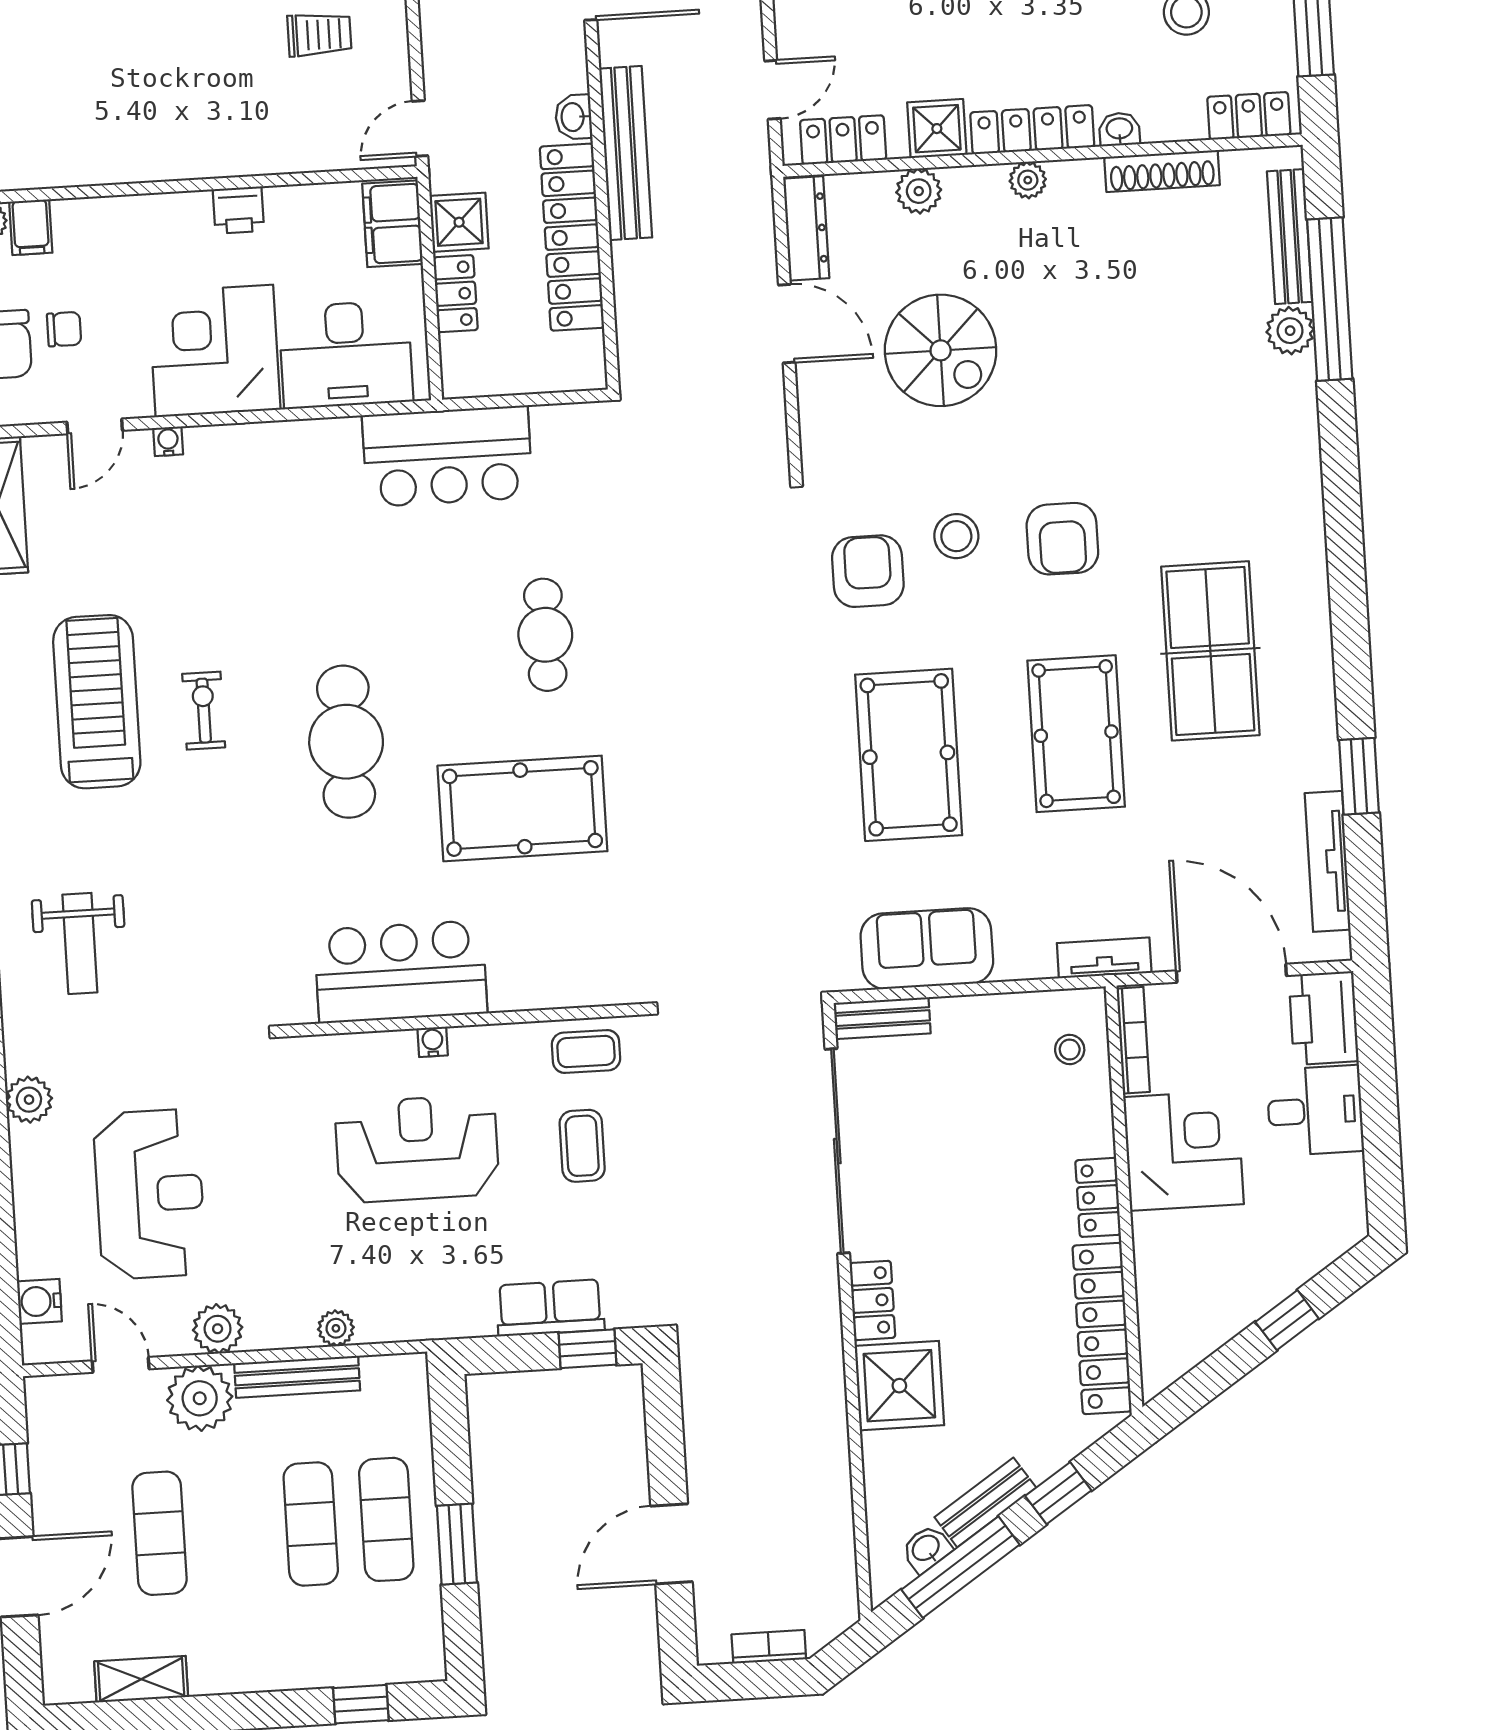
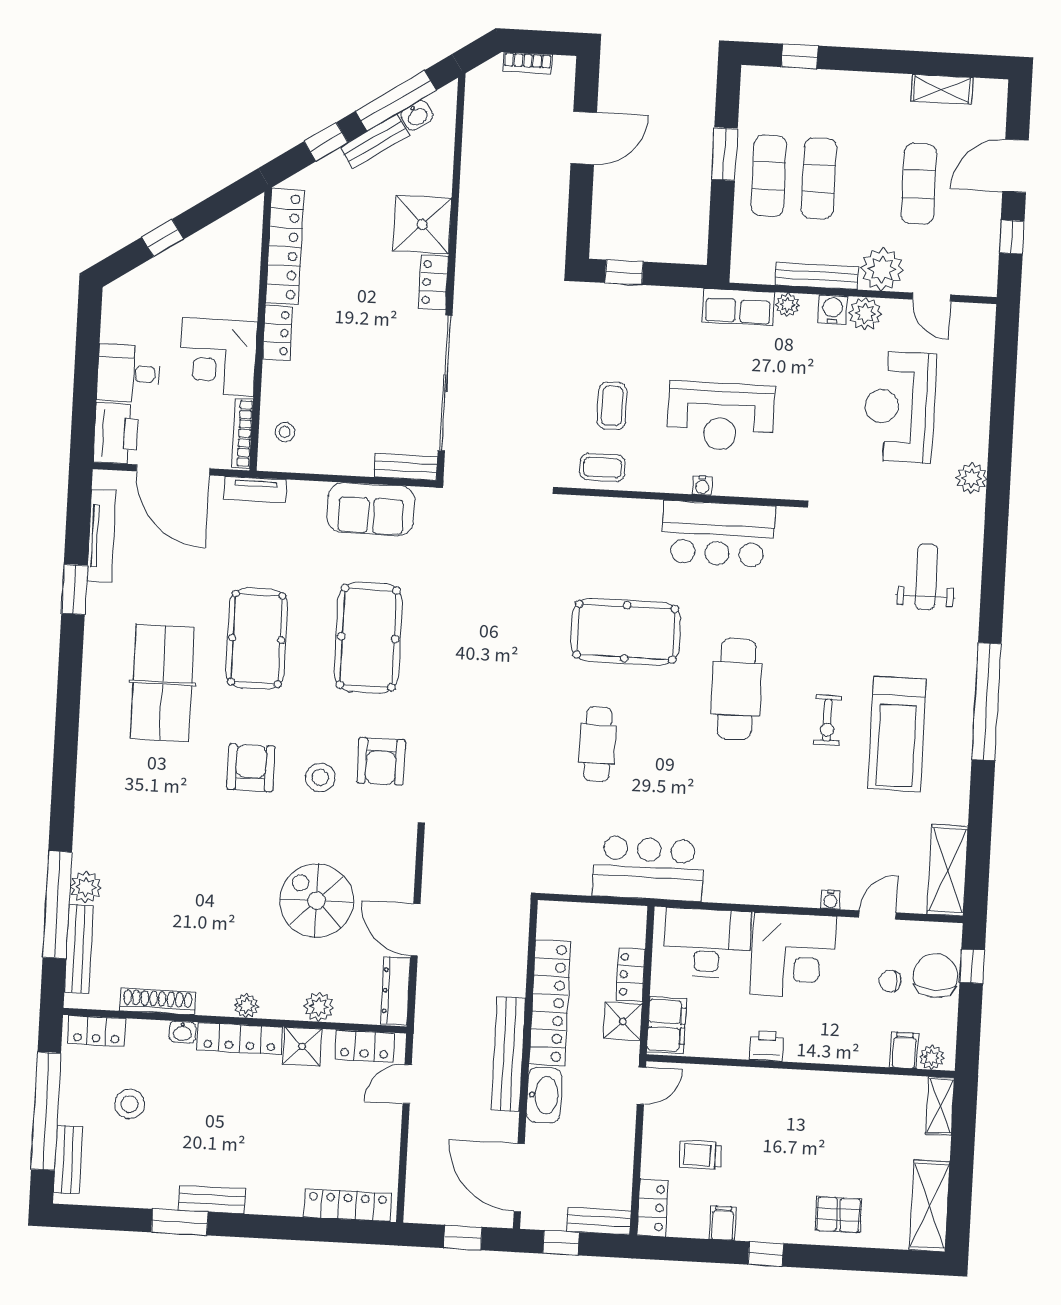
washbasin: (574, 117) -> (544, 1095), width x1.91, depth x1.45
water cooler: (39, 1301) -> (833, 309), moved, turned -90
row of seats: (550, 1308) -> (738, 307), moved

